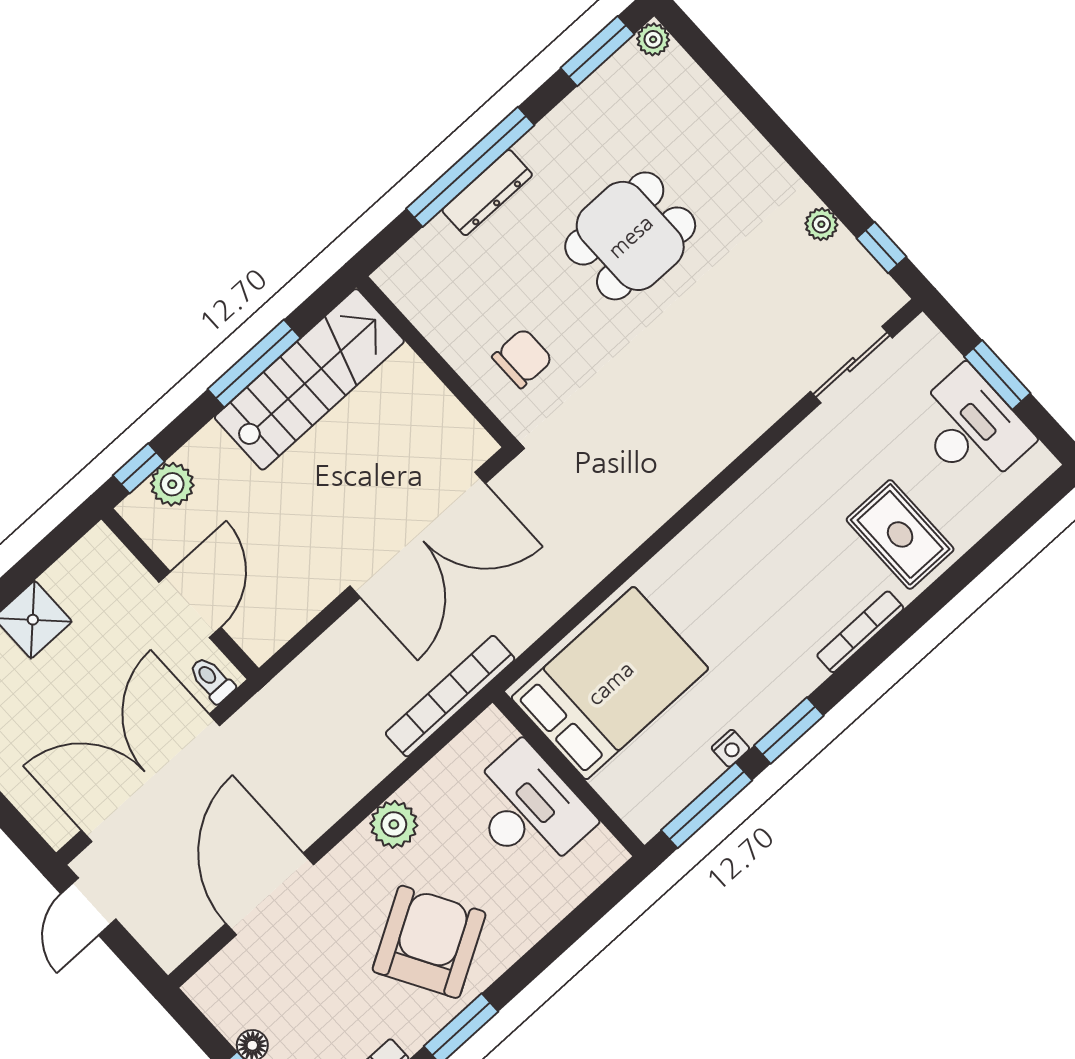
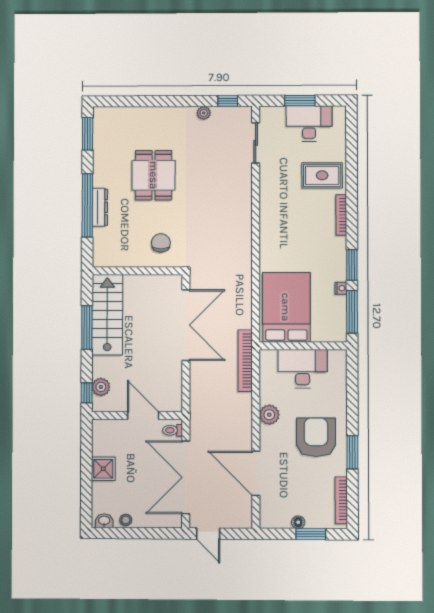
plant: (653, 39) -> (100, 113), removed
armchair: (429, 942) -> (316, 437), turned 30

